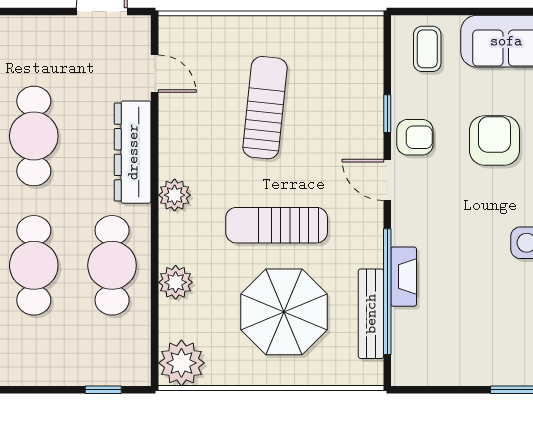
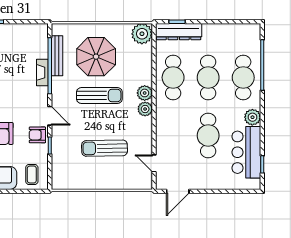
sun lounger: (265, 108) -> (105, 148), turned 83
dresser: (133, 152) -> (179, 32), moved, turned 90
plant: (176, 282) -> (145, 93), moved

